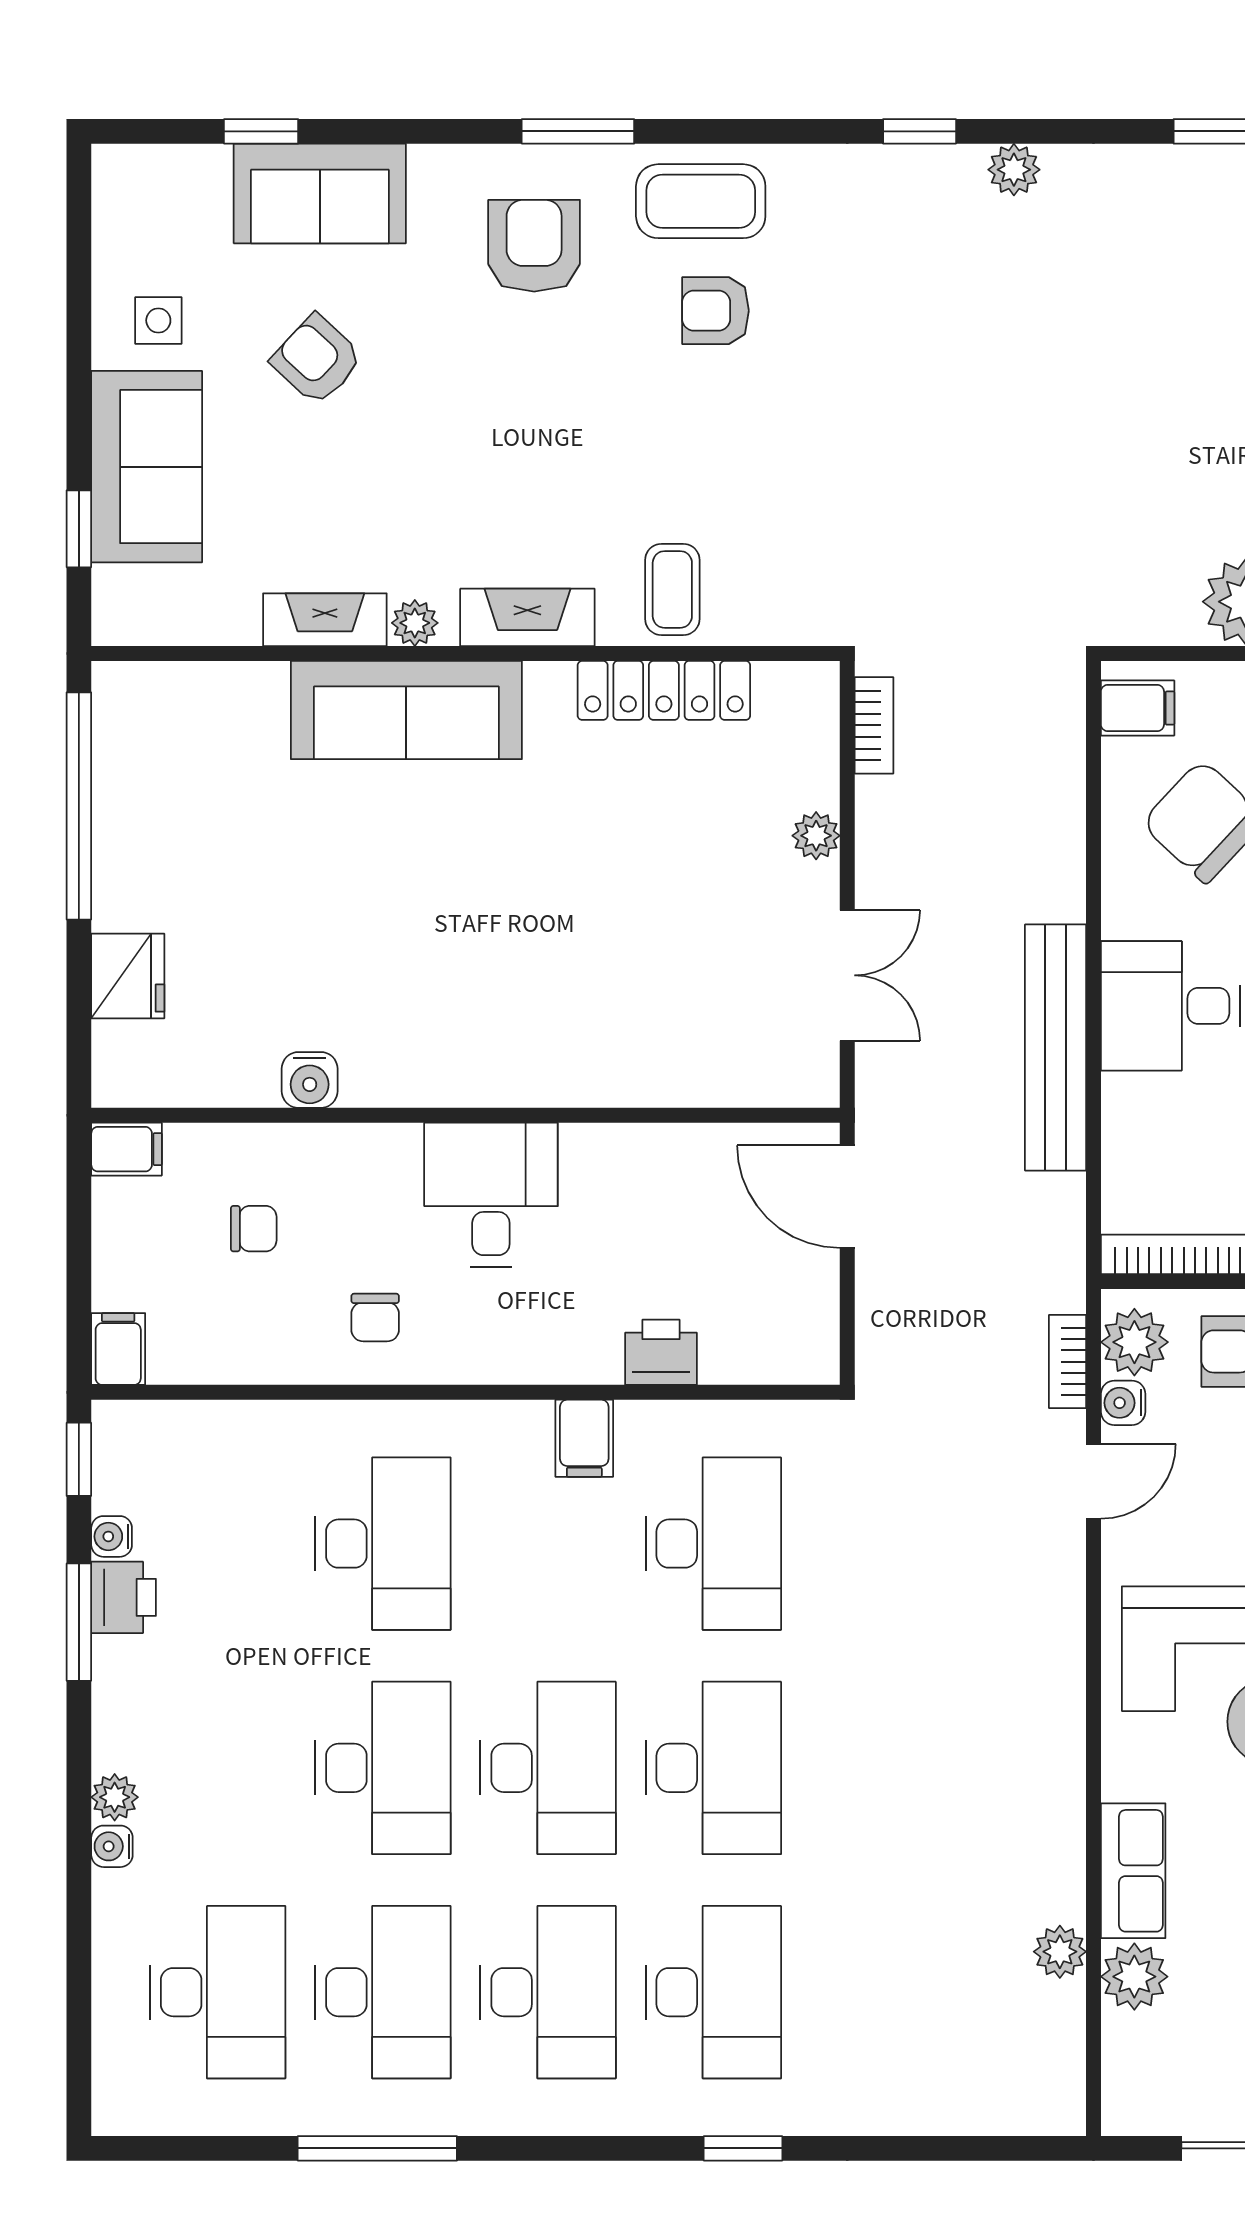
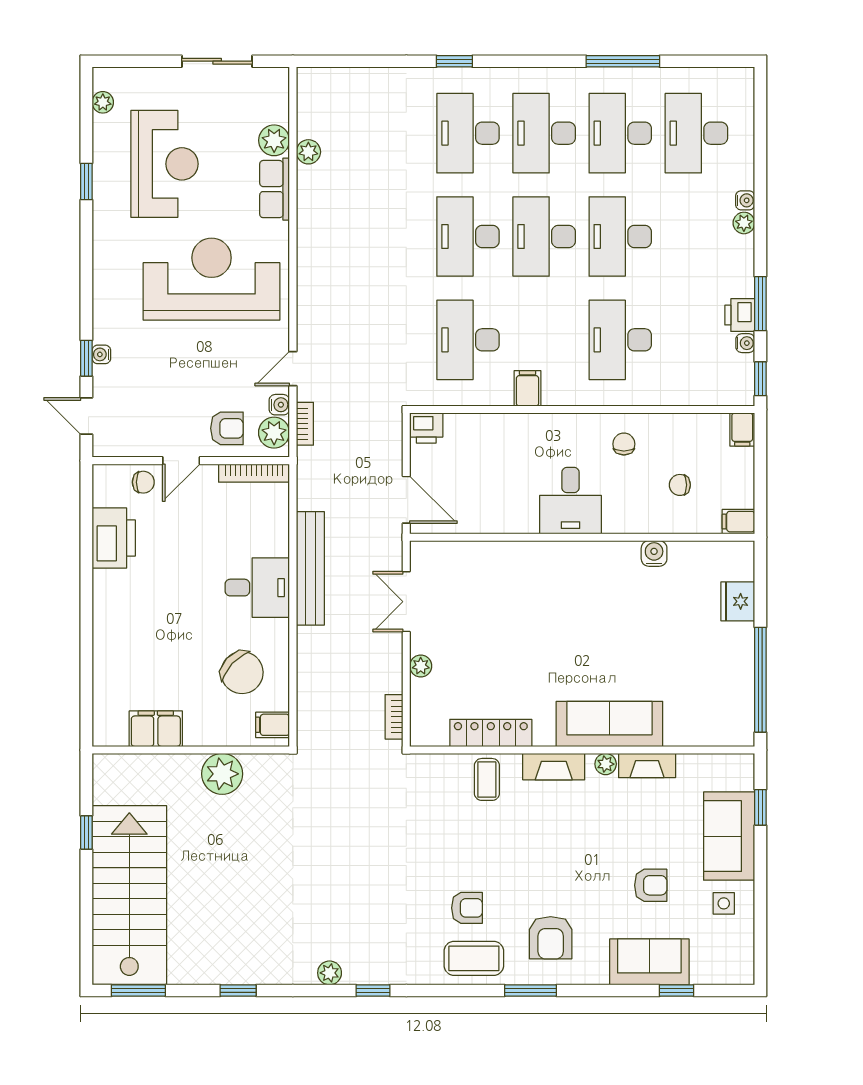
armchair: (317, 360) -> (651, 885), turned -43
printer: (661, 1352) -> (426, 428), moved

